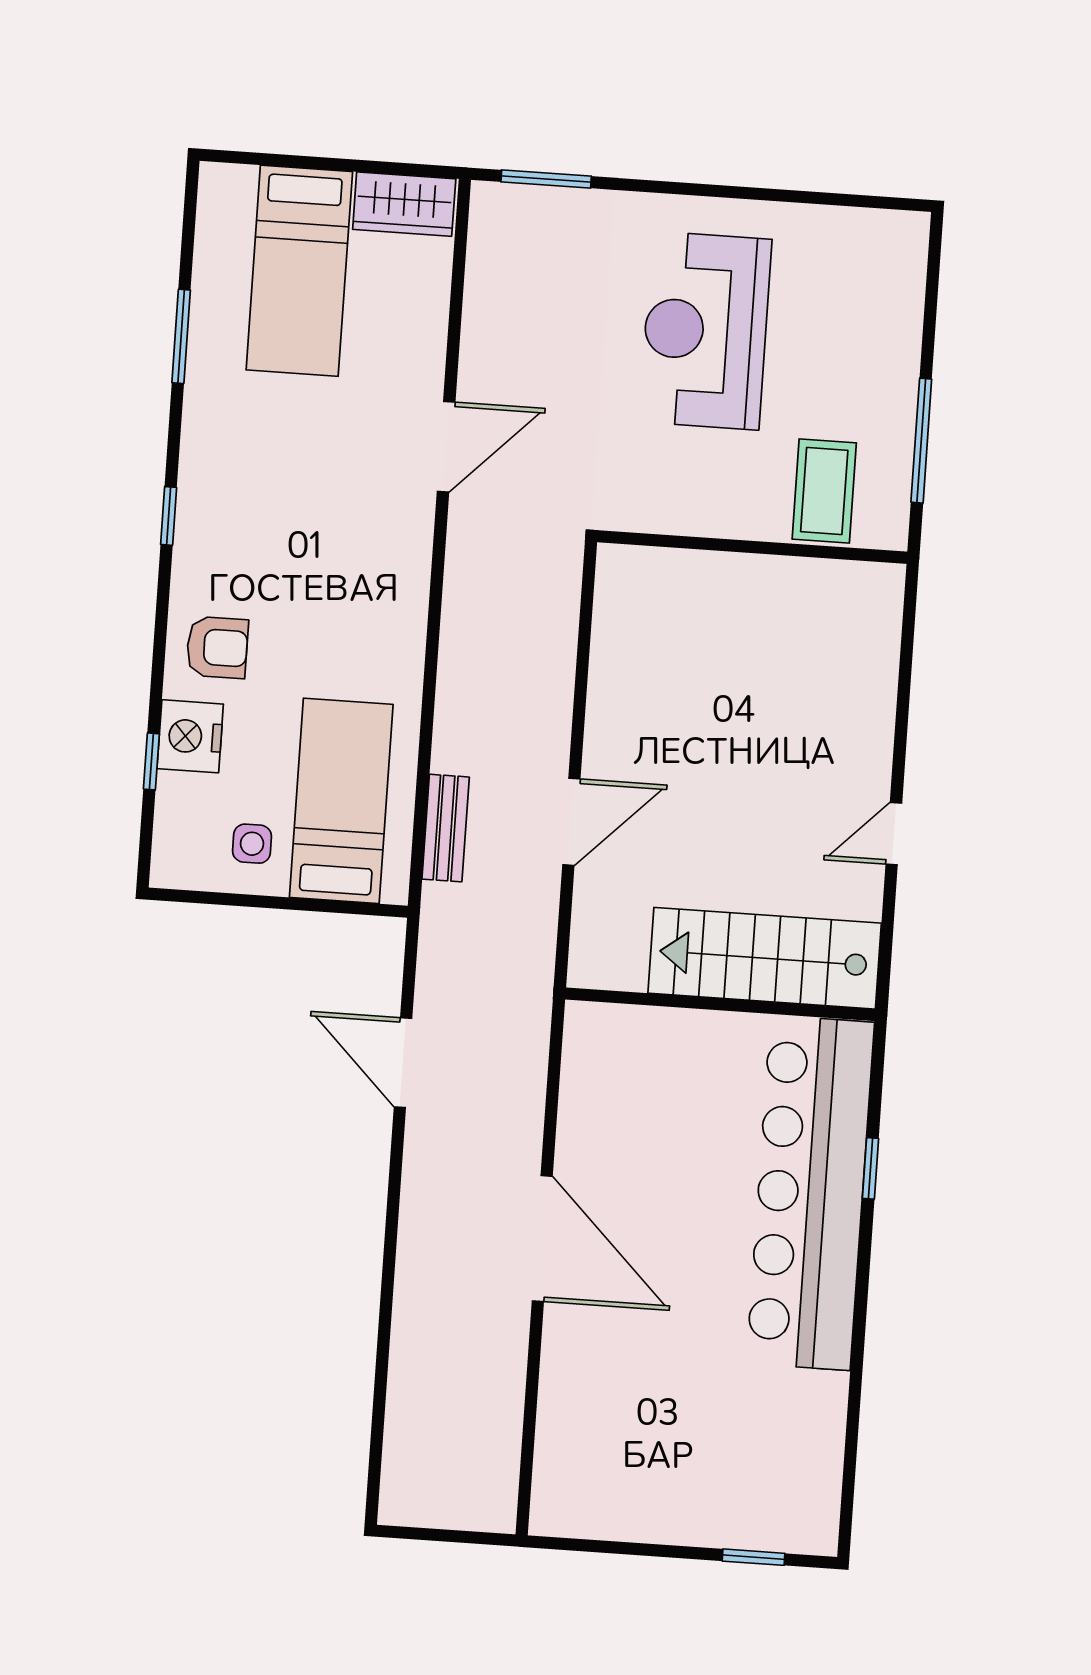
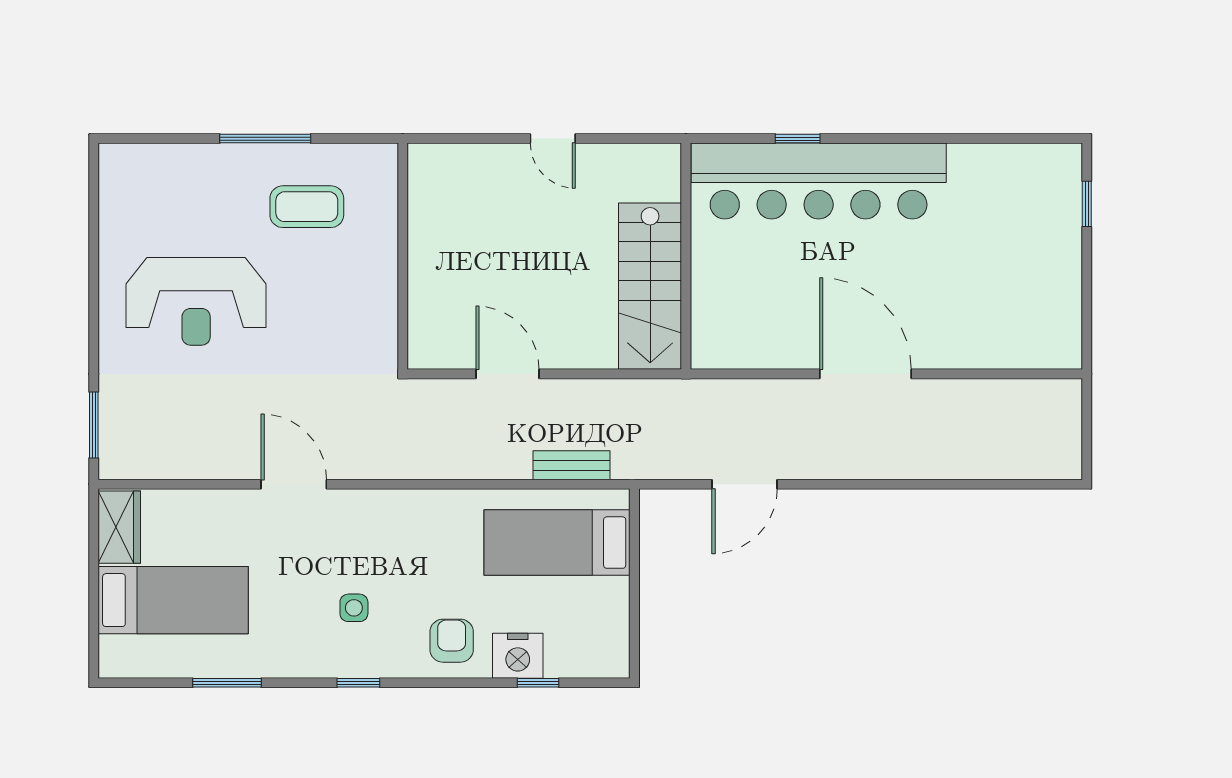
wall: (752, 547) -> (403, 256), moved
door: (571, 822) -> (508, 374), moved
side table: (252, 844) -> (354, 608), moved
stairs: (765, 958) -> (650, 286), moved
door: (542, 1239) -> (866, 374), hinge flipped

